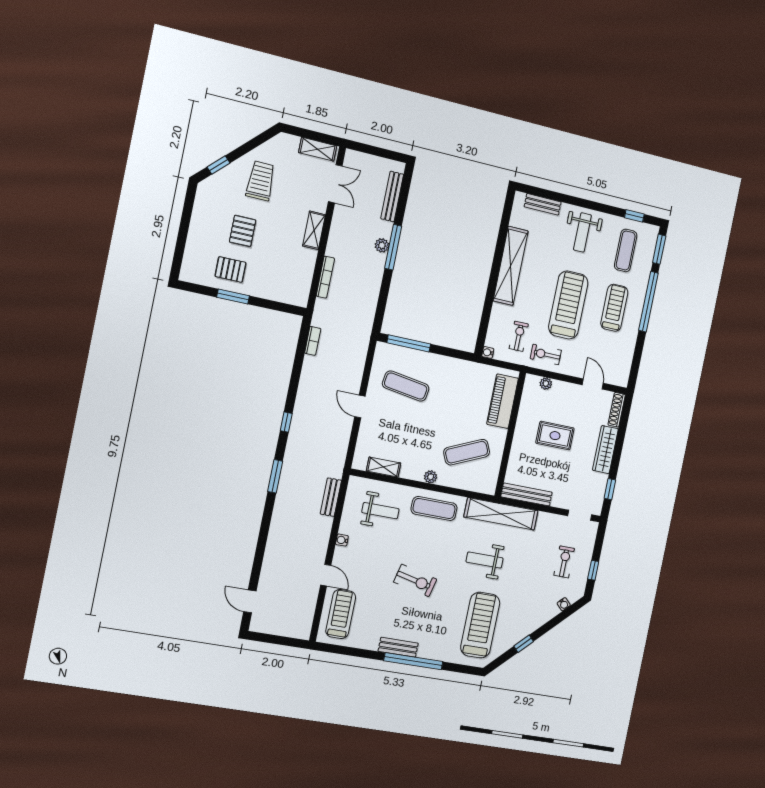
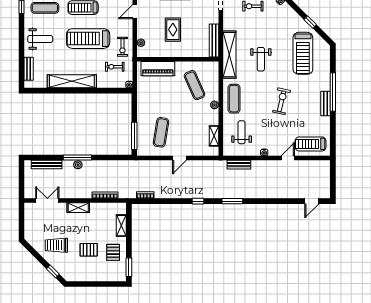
shelving: (318, 149) -> (121, 226), moved
window: (233, 296) -> (129, 267), moved
treadmill: (480, 625) -> (303, 53), turned -90

